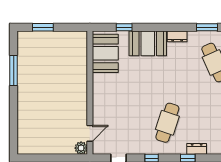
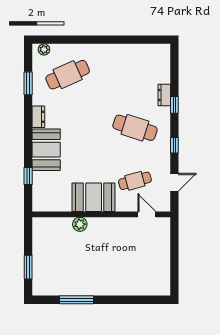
booth: (105, 53) -> (94, 197), moved
cafe table: (120, 123) -> (135, 181), added
plant: (81, 148) -> (80, 224), moved

